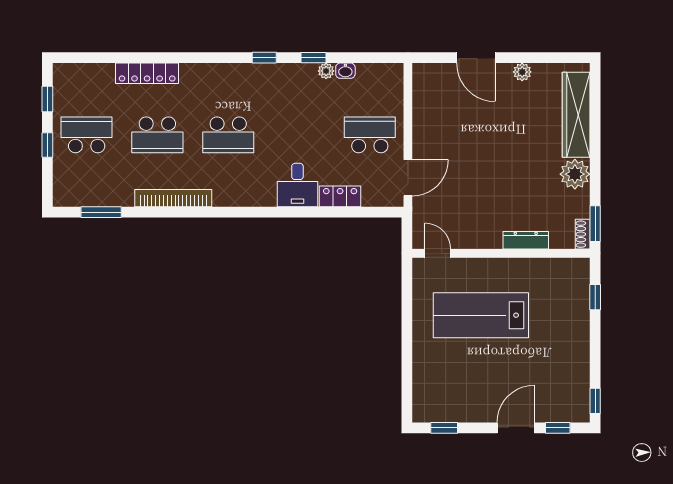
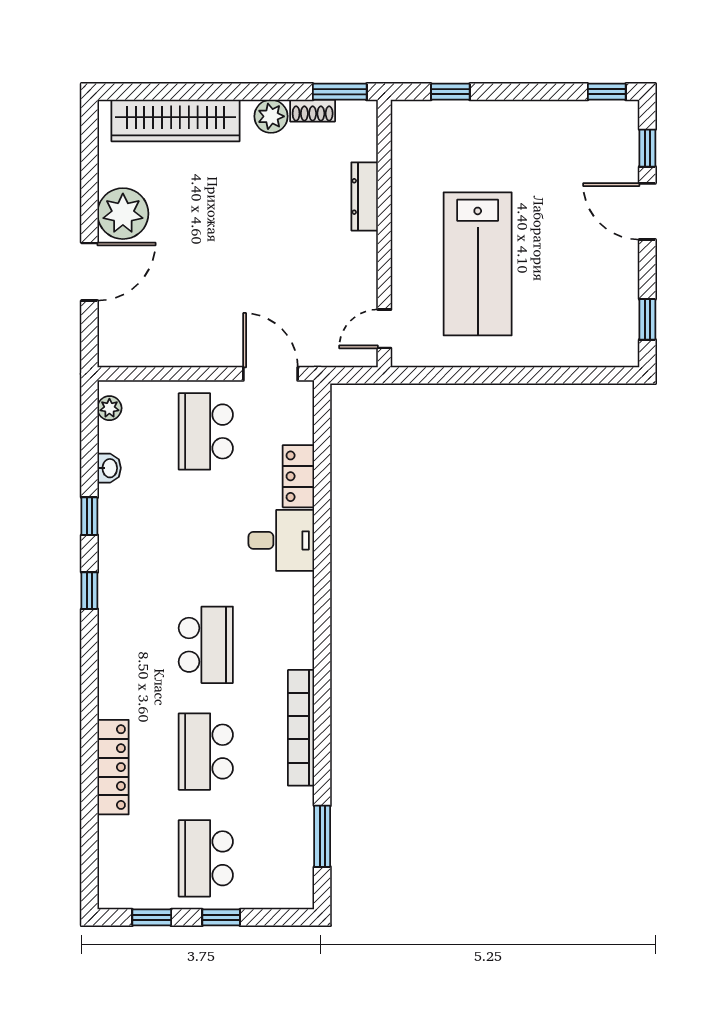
plant: (326, 71) -> (109, 408), moved
plant: (522, 72) -> (123, 214), width x1.88, depth x1.88
school desk: (157, 135) -> (206, 752), turned 180
plant: (575, 174) -> (271, 116), width x0.73, depth x0.73
shoe rack: (583, 234) -> (313, 111), moved

